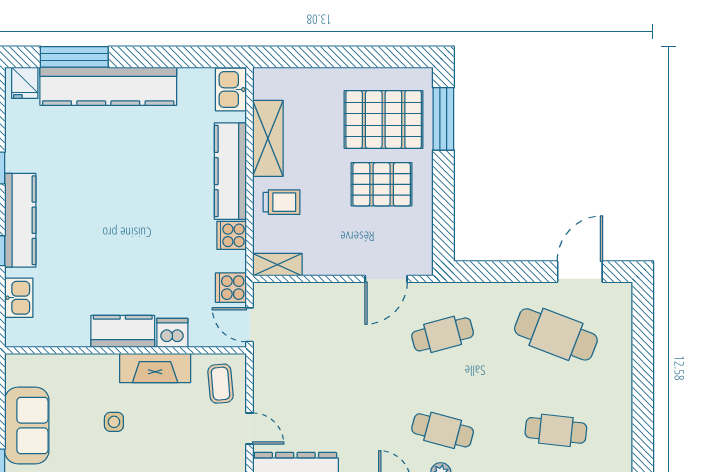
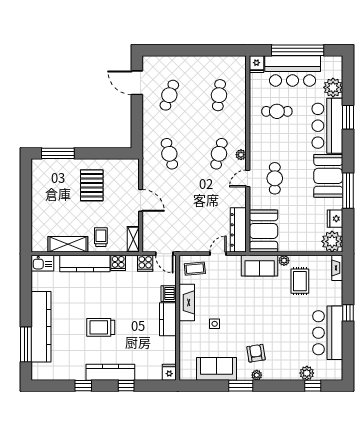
fridge: (25, 83) -> (169, 372), moved, turned -90
pallet: (384, 120) -> (58, 184), removed
trolley: (107, 202) -> (101, 327), added
door: (386, 279) -> (141, 200), moved
kitchen sink: (19, 298) -> (150, 373), removed
door: (250, 325) -> (164, 254), hinge flipped
cafe table: (556, 334) -> (169, 95), width x0.73, depth x0.74

